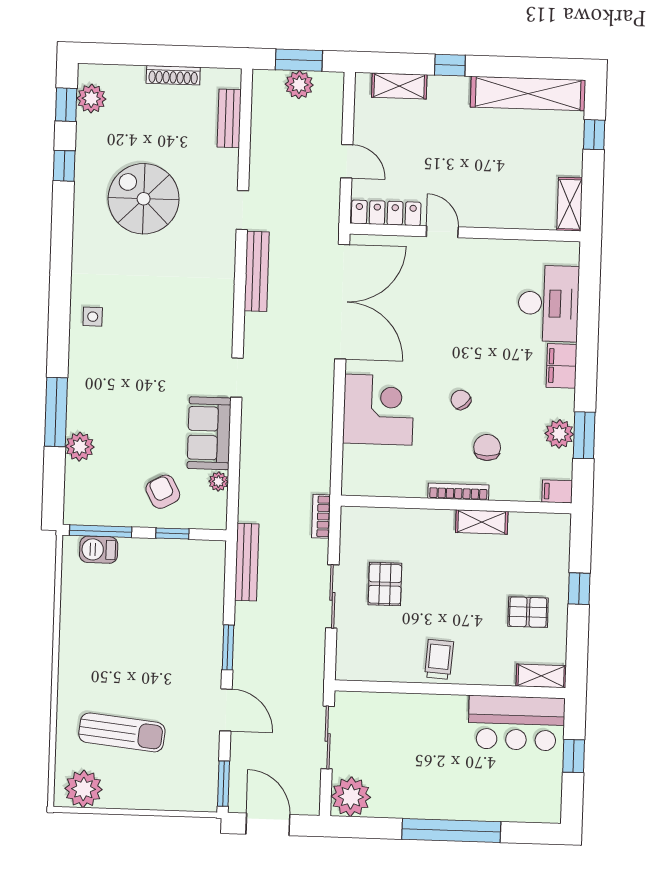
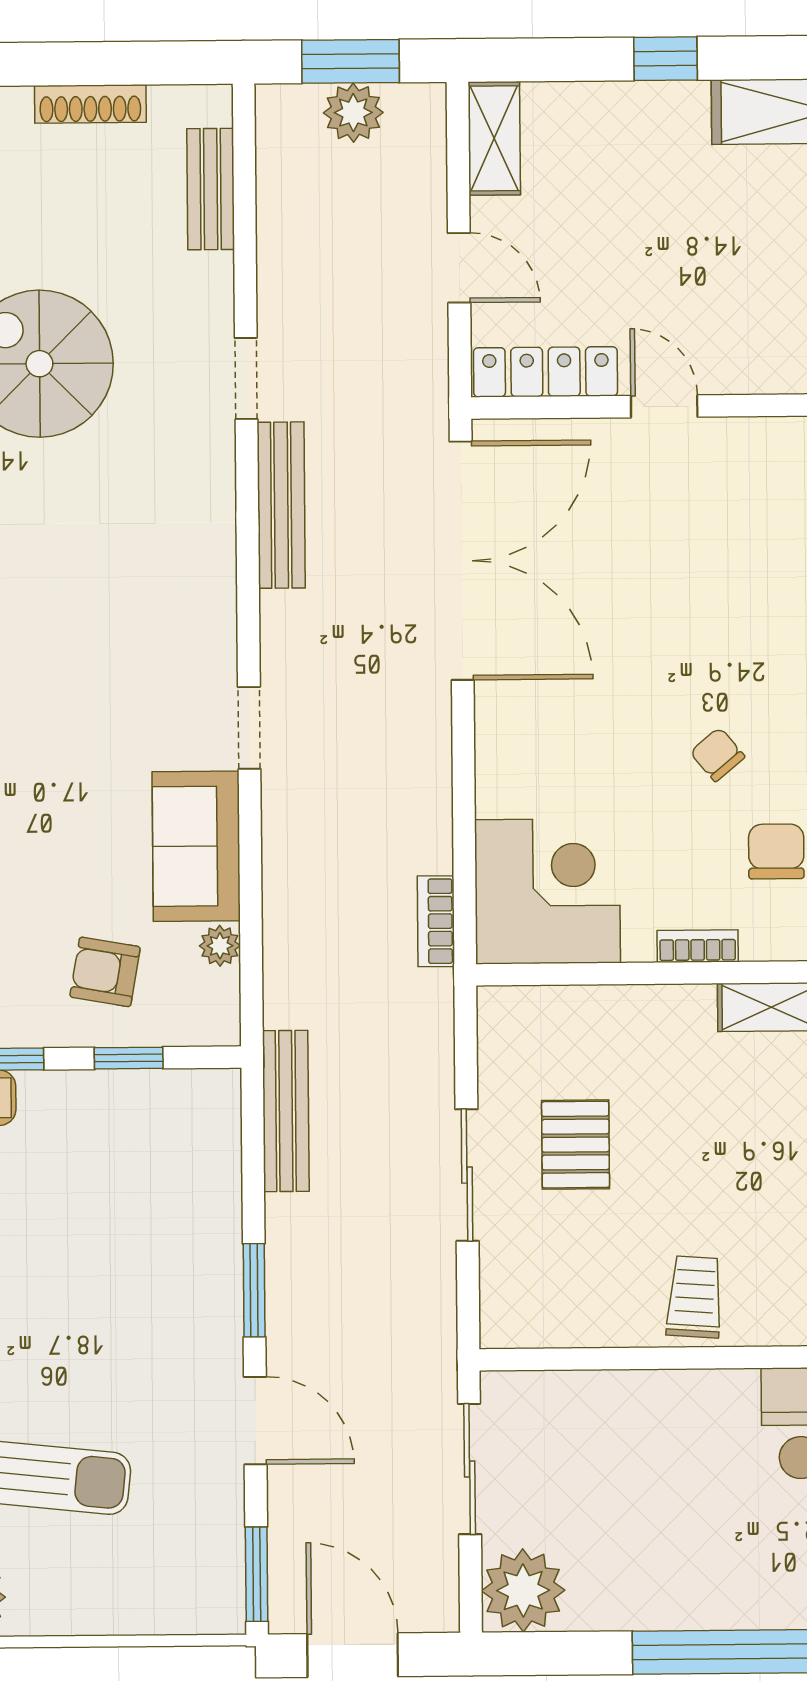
shelving: (399, 86) -> (494, 138), moved, turned 90
corner desk: (378, 410) -> (547, 891), moved
armchair: (163, 492) -> (105, 972), turned -52
bookcase: (458, 492) -> (698, 946), width x0.64
bookcase: (321, 516) -> (436, 921), moved

